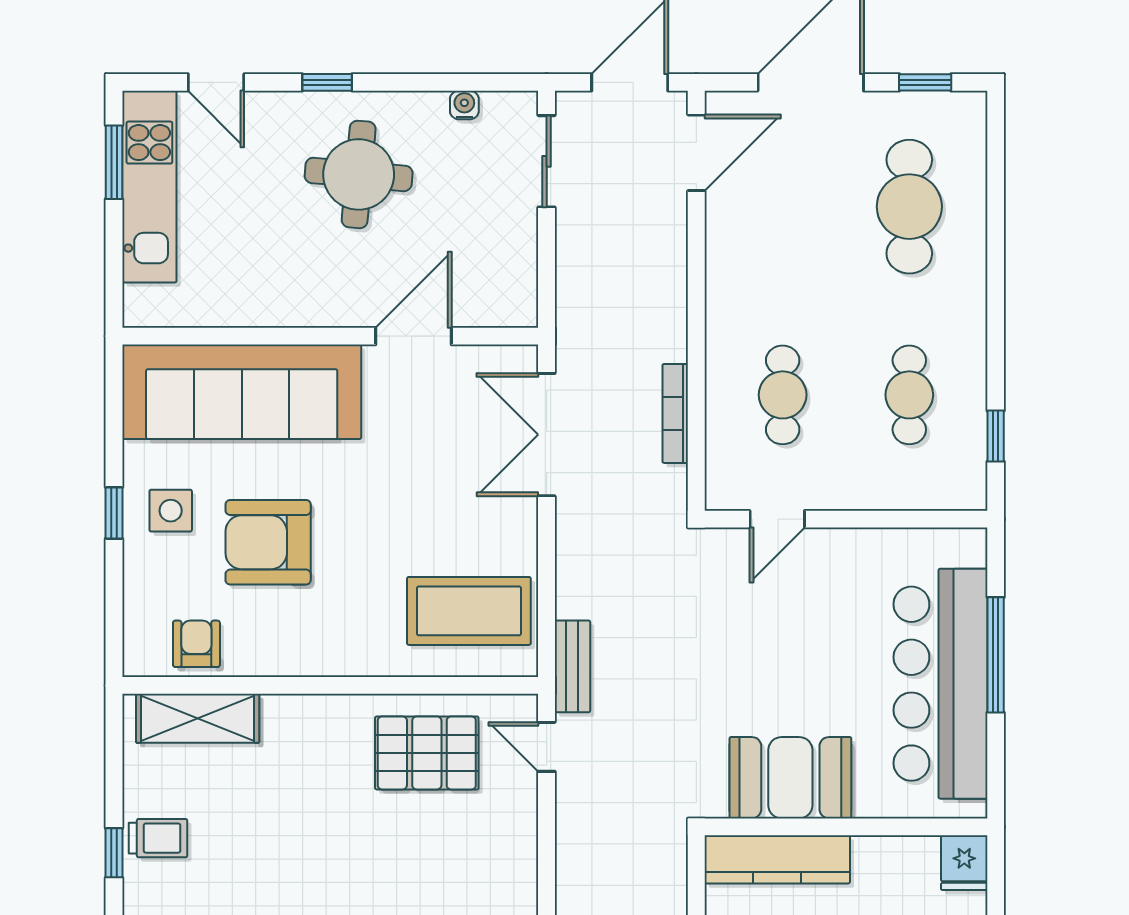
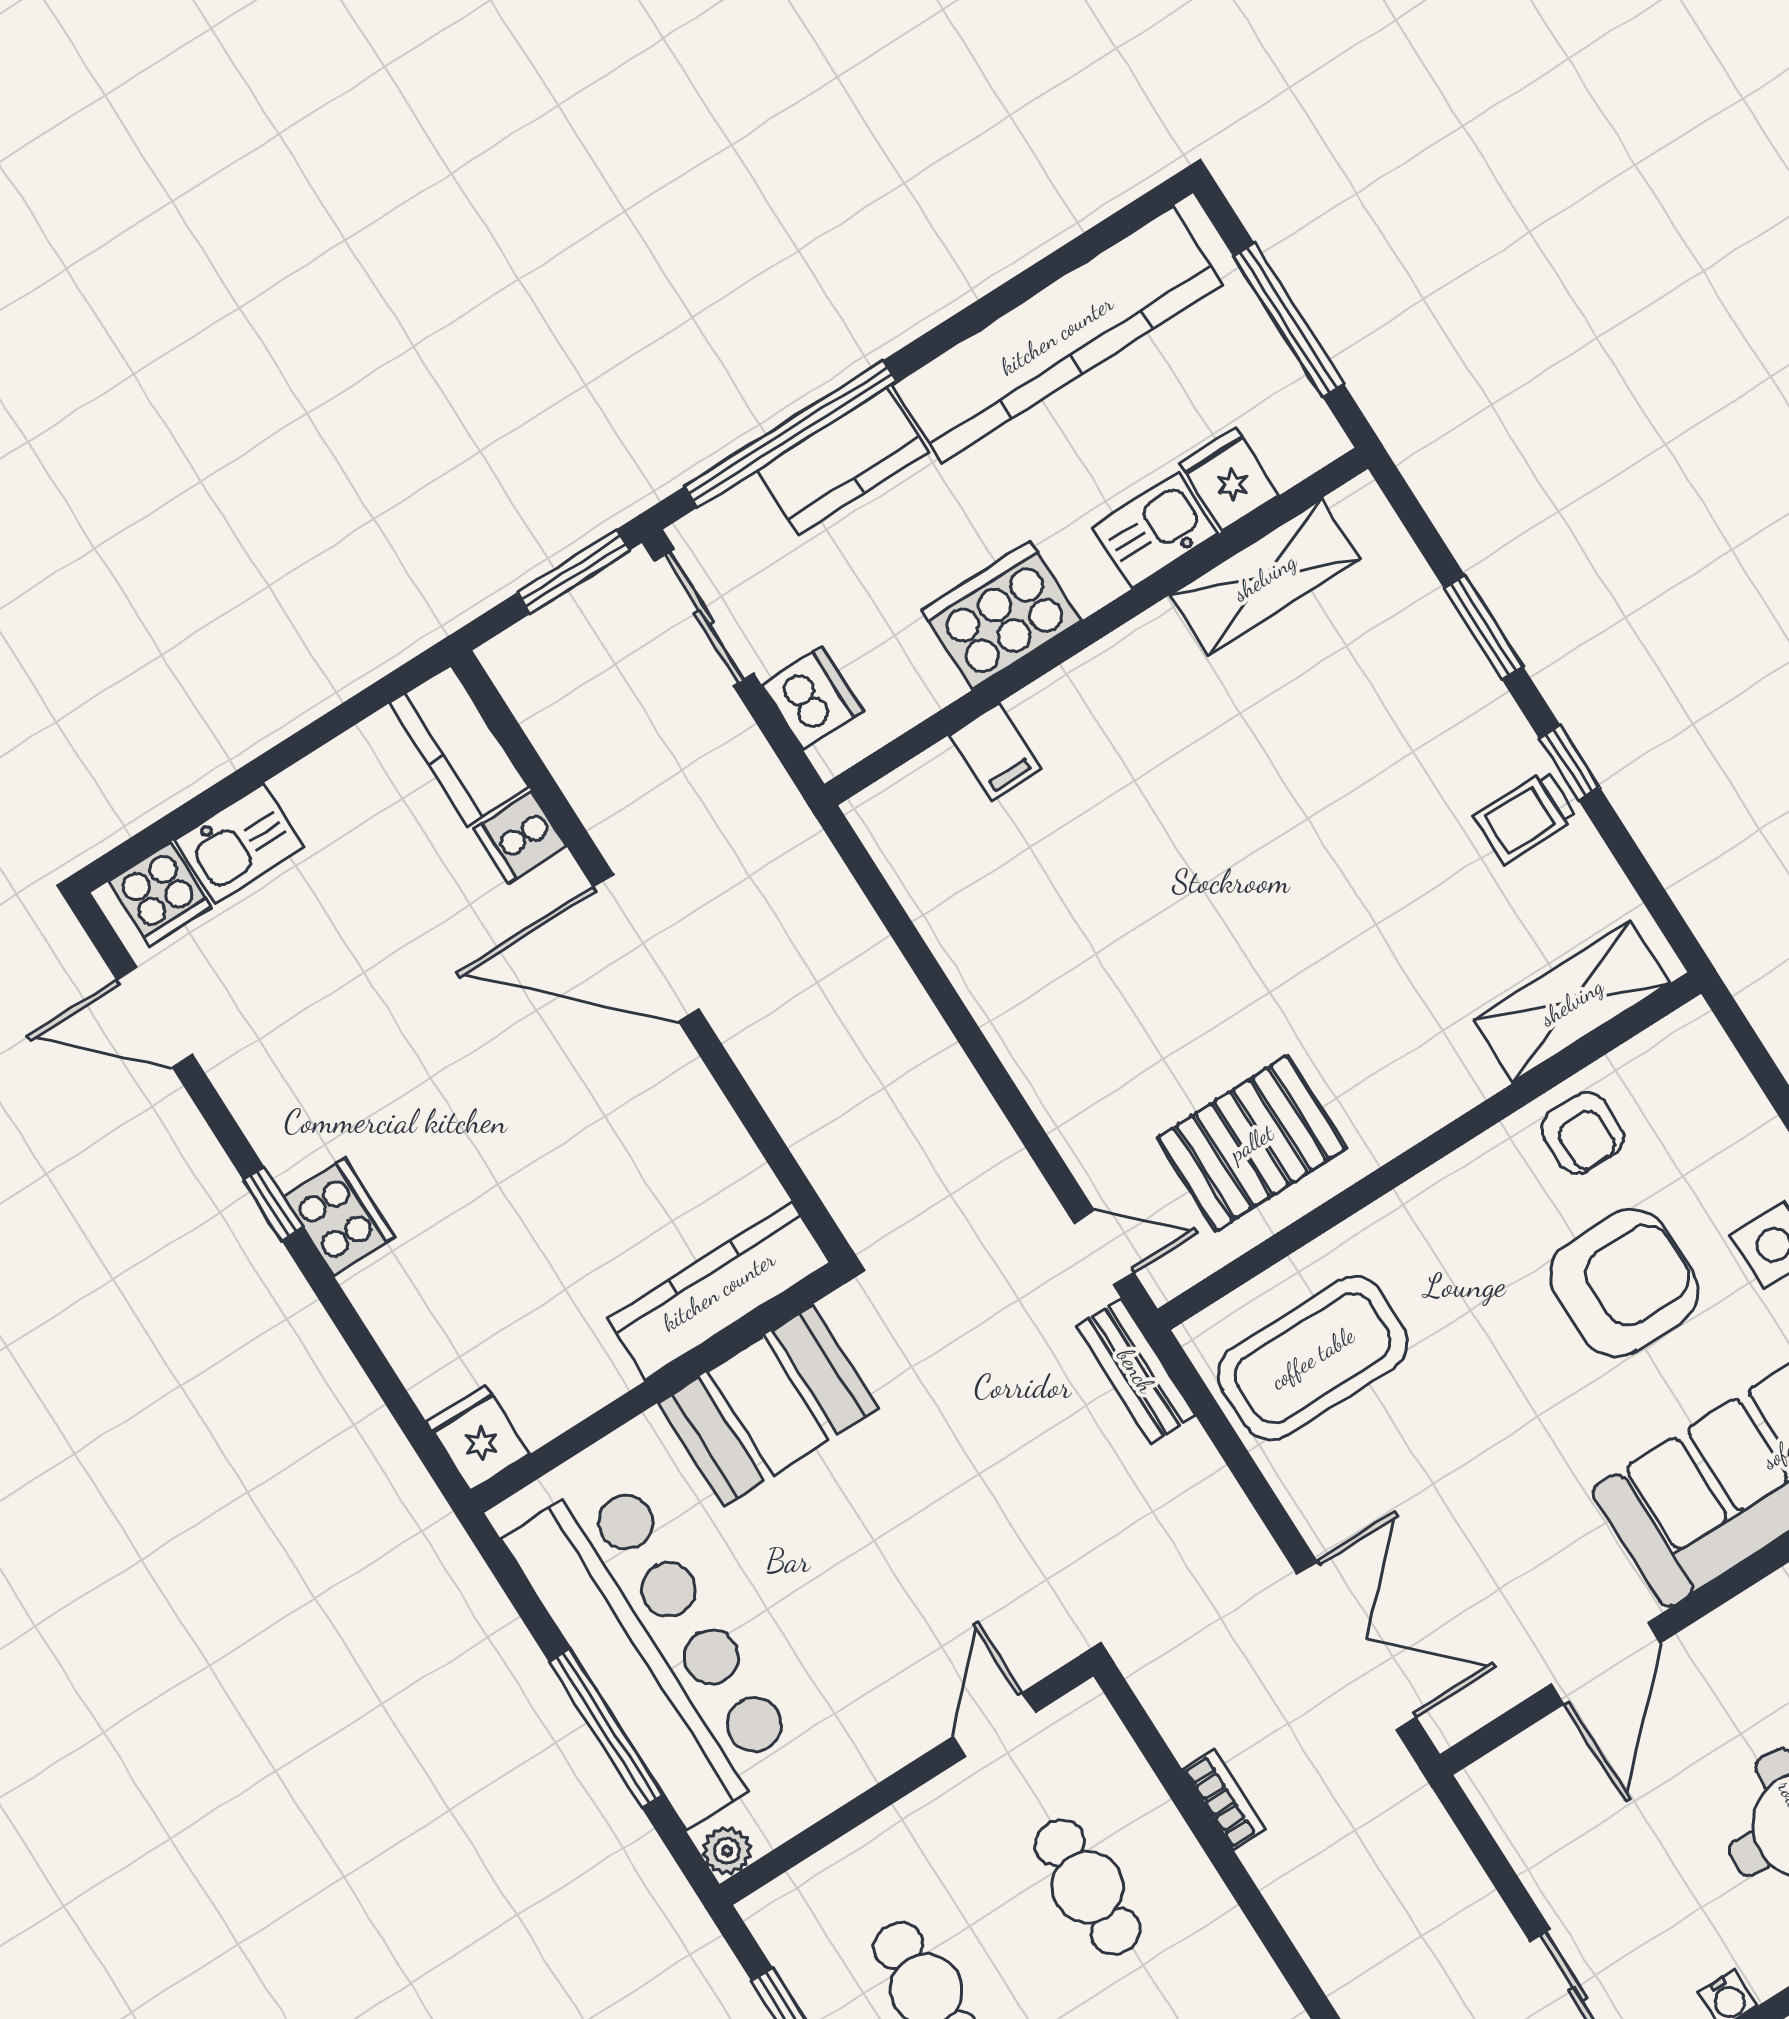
bookcase: (675, 413) -> (1224, 1799), width x0.64
plant: (971, 543) -> (727, 1851), added
armchair: (196, 644) -> (1582, 1133), moved

